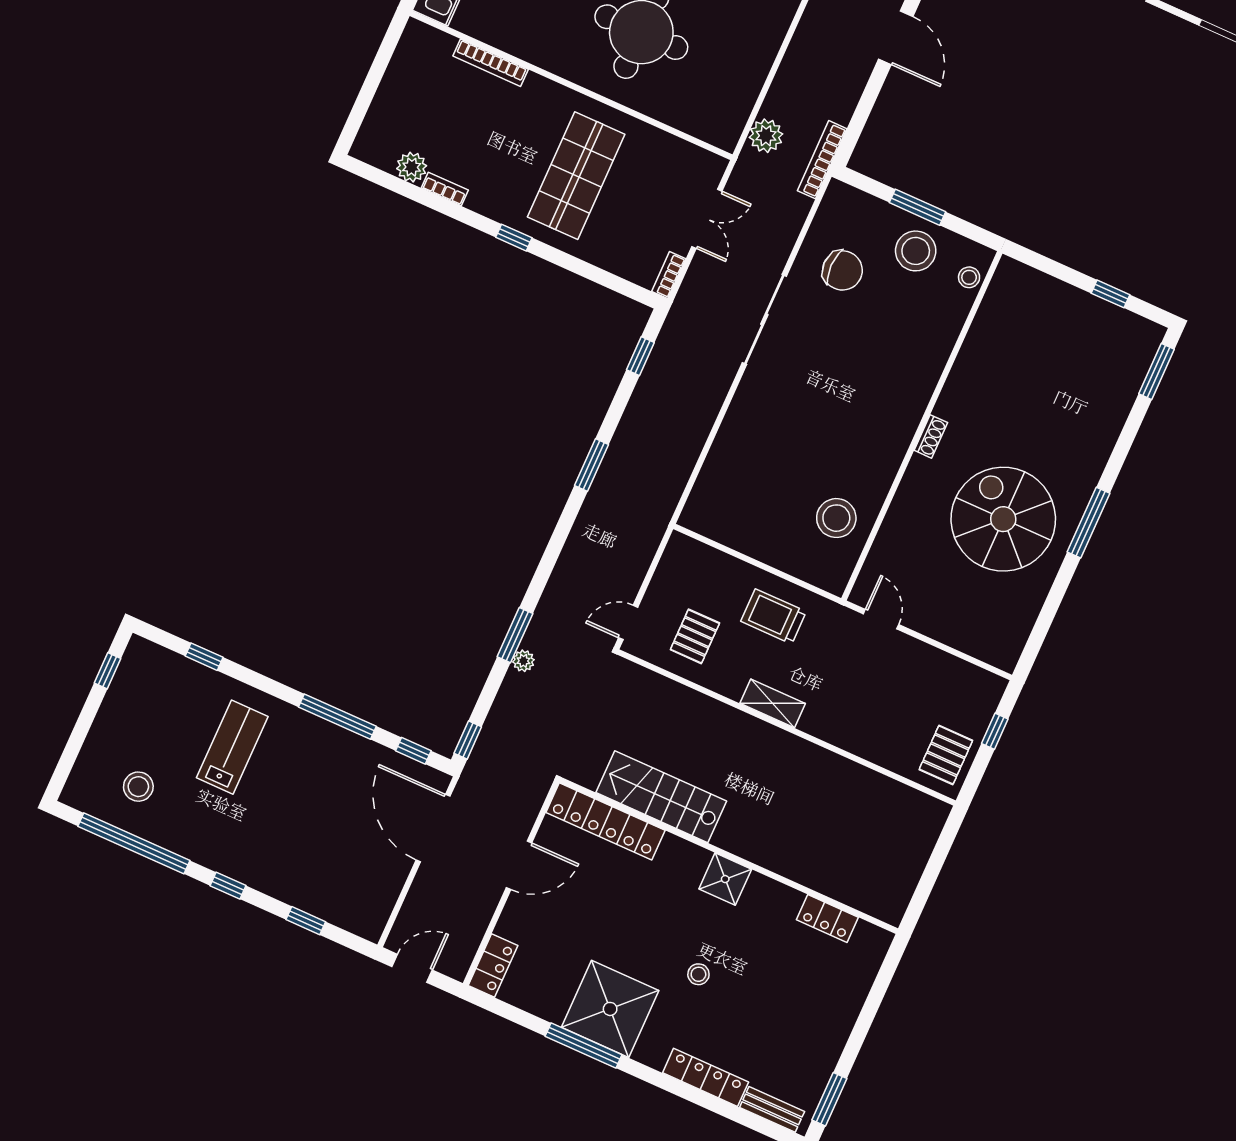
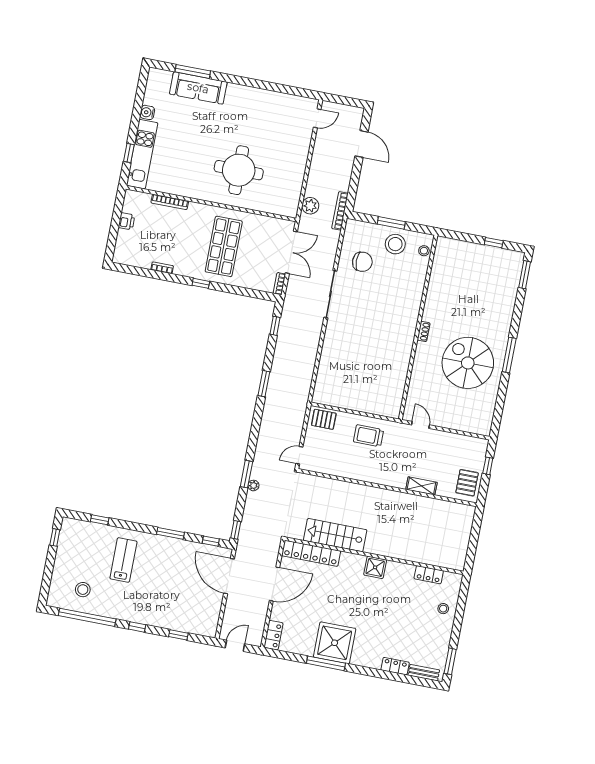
printer: (396, 81) -> (127, 221), added
plant: (412, 167) -> (144, 261), removed
double door: (707, 219) -> (291, 252), width x1.37
stool: (836, 518) -> (388, 381), removed
pallet: (695, 636) -> (324, 419), moved, turned 90
shelving: (773, 703) -> (421, 486), moved
window: (337, 717) -> (170, 533), width x0.69
door: (519, 865) -> (275, 584), width x1.36
stool: (698, 974) -> (443, 609), moved
locker: (706, 1077) -> (395, 666), width x0.66

